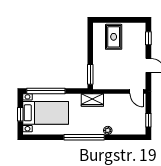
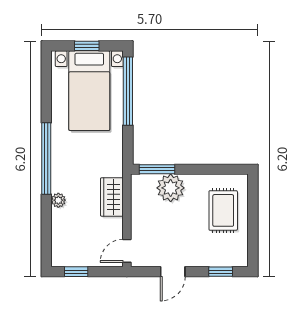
rug: (114, 37) -> (223, 210), turned 90
plant: (101, 67) -> (171, 188), added
wardrobe: (92, 100) -> (112, 197), moved

